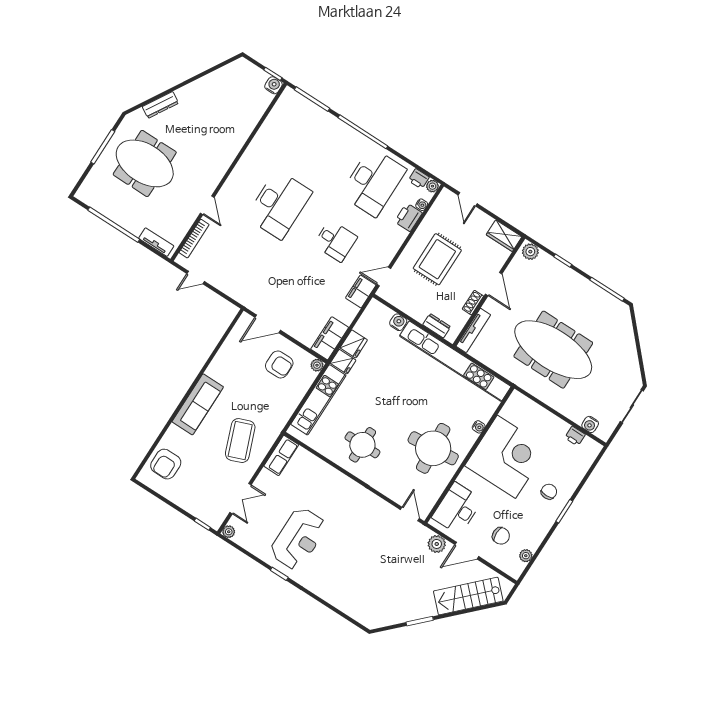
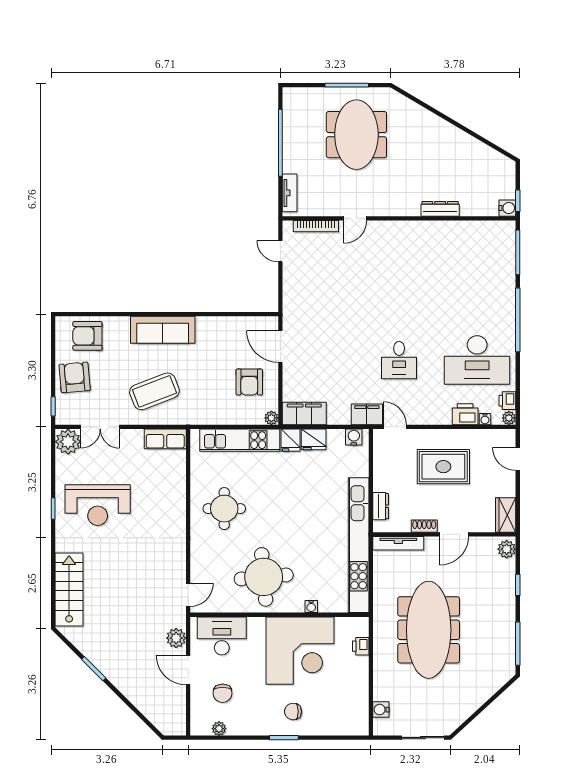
dresser: (160, 105) -> (440, 209), moved, turned 149
door: (468, 199) -> (518, 459), hinge flipped
desk: (279, 204) -> (399, 285), removed
water cooler: (398, 322) -> (354, 437), moved, turned -90
printer: (575, 436) -> (361, 646), moved
chair: (549, 492) -> (293, 712), turned 180
armchair: (191, 494) -> (75, 377), added
plant: (229, 532) -> (68, 442), width x1.88, depth x1.88
stairs: (468, 596) -> (69, 589), moved, turned 45

